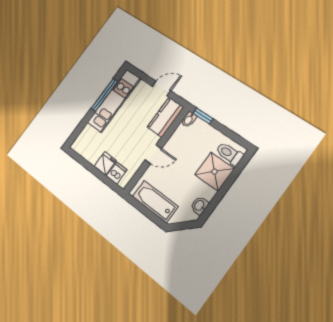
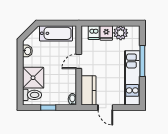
door: (161, 89) -> (105, 108), hinge flipped
window: (104, 95) -> (142, 61), moved
window: (203, 116) -> (48, 108), moved
plant: (92, 153) -> (121, 33), added

